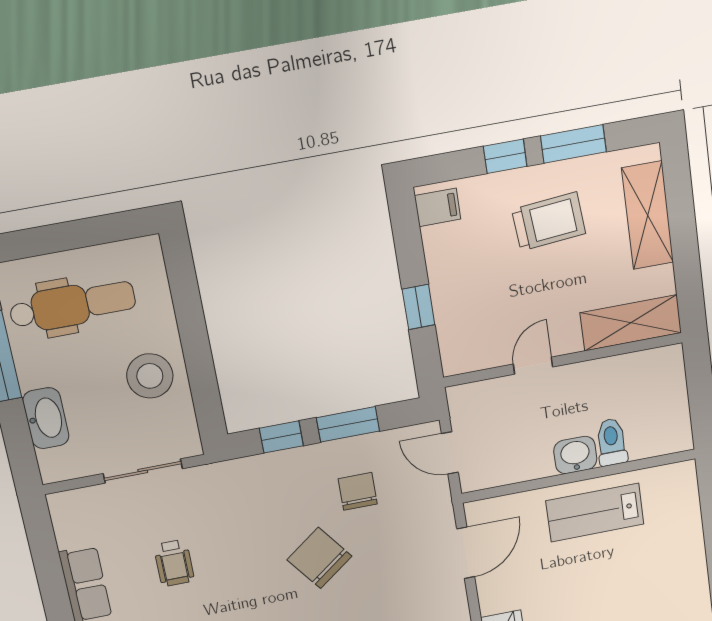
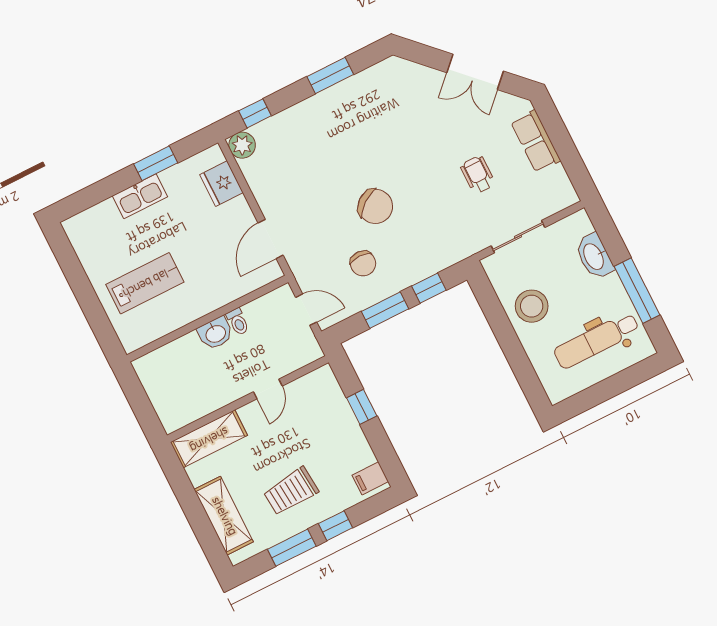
toilet: (612, 442) -> (238, 322), moved, width x0.73, depth x0.72
lab bench: (595, 512) -> (145, 283), moved

